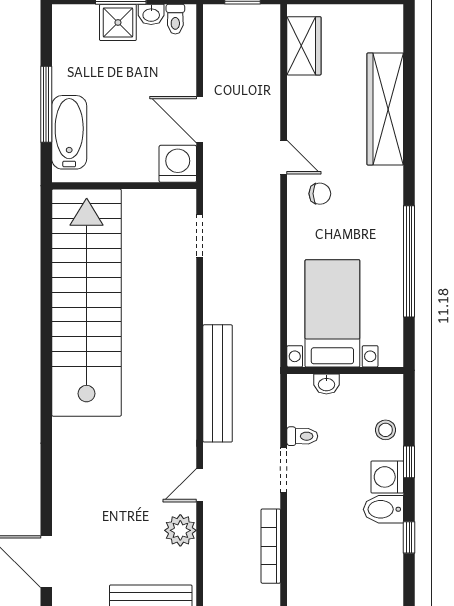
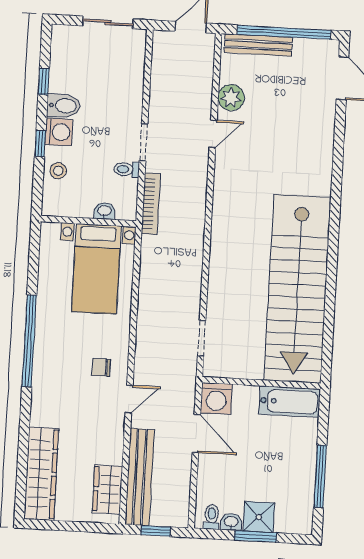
window: (46, 104) -> (320, 476), moved
wardrobe: (385, 109) -> (41, 474), moved
bathtub: (69, 132) -> (289, 402), moved, turned -90
door: (284, 157) -> (129, 399), swing flipped
window: (409, 261) -> (29, 341), moved
bench: (218, 383) -> (140, 477), moved
bookcase: (271, 546) -> (151, 204), moved

